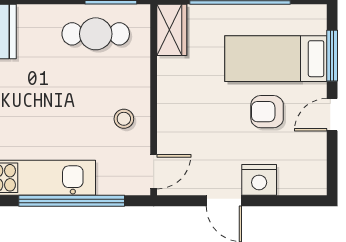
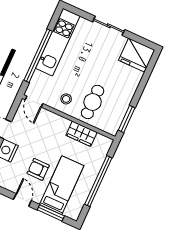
wardrobe: (172, 30) -> (82, 134), moved
cafe table: (96, 34) -> (93, 102), moved
armchair: (267, 112) -> (38, 169), turned -90

